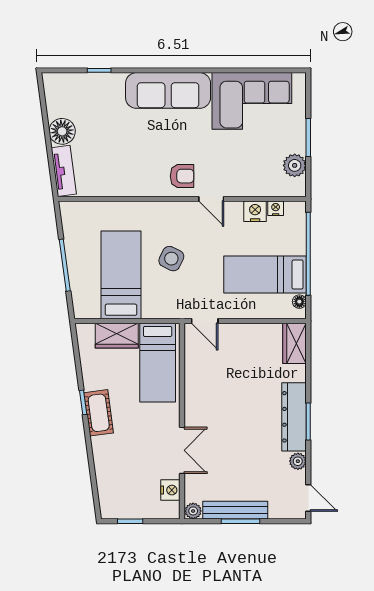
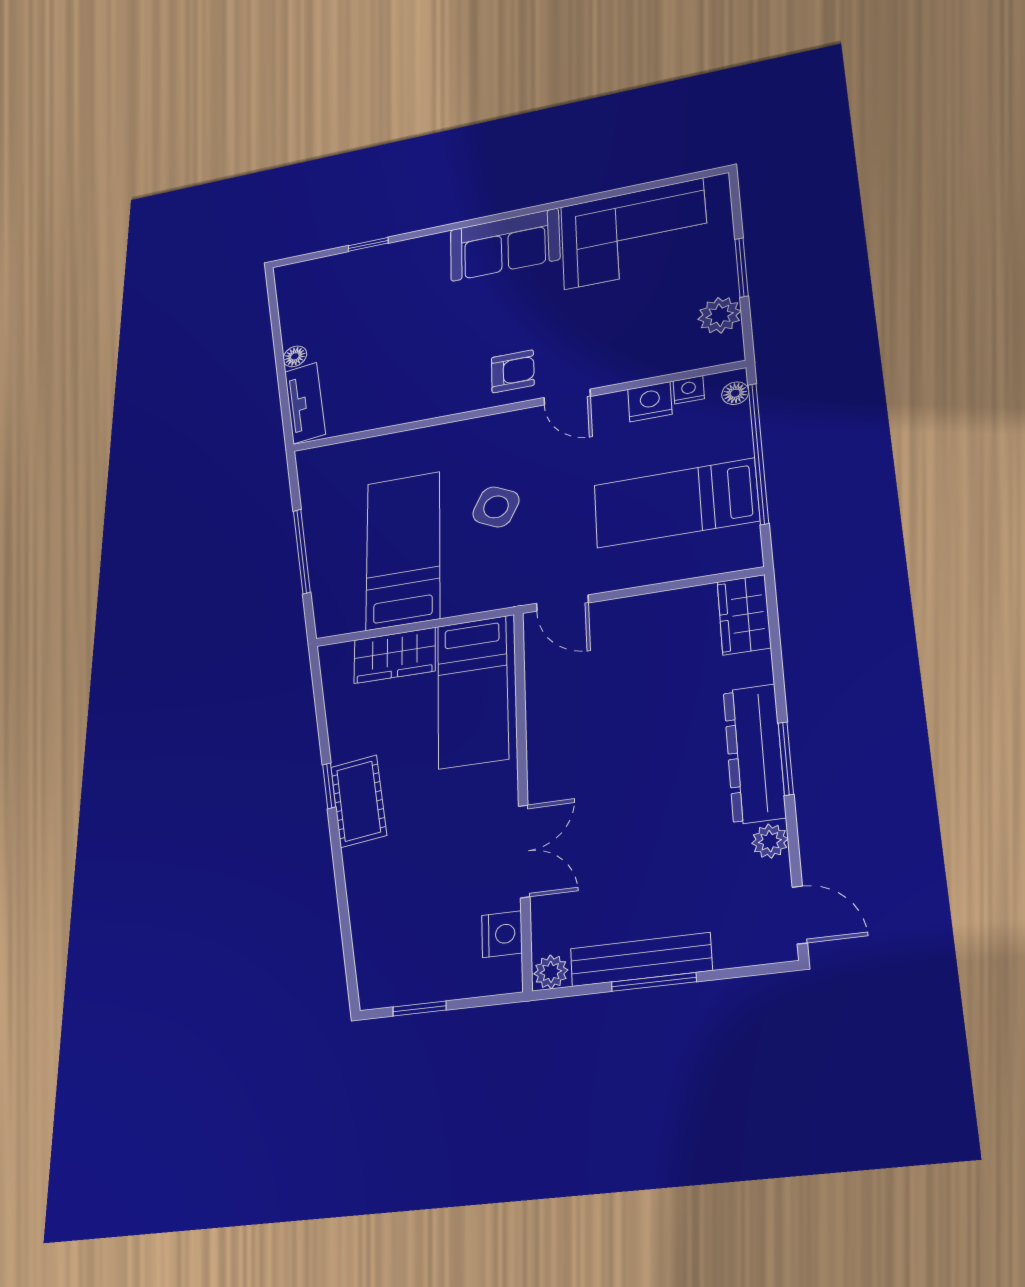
sofa: (168, 90) -> (505, 245), width x0.73
floor lamp: (62, 131) -> (295, 356), width x0.53, depth x0.53
floor lamp: (299, 302) -> (735, 393), moved

